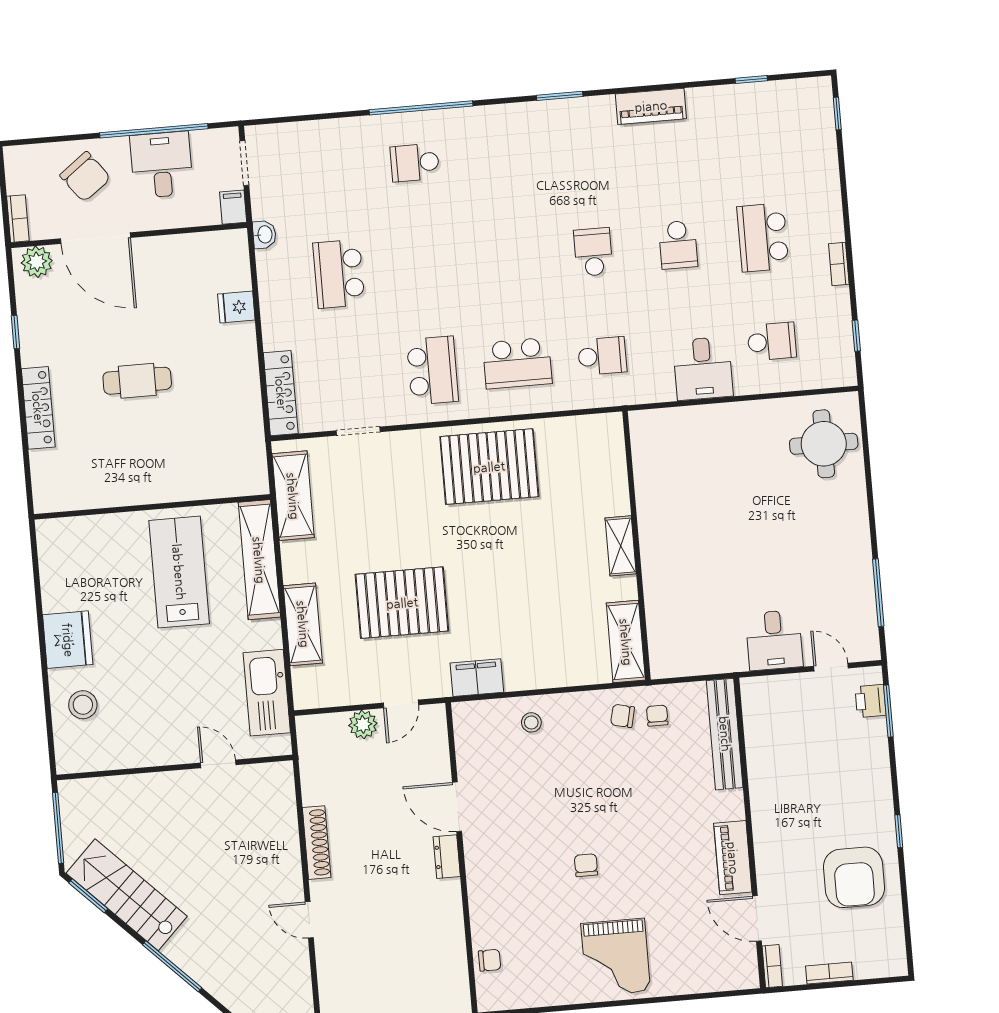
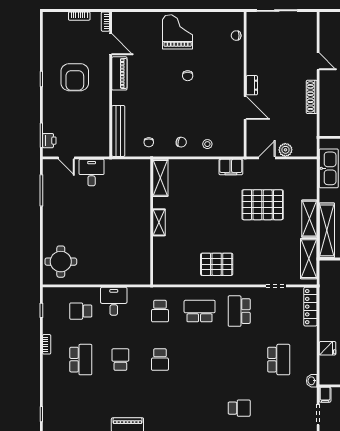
school desk: (602, 356) -> (160, 311), turned -90
pallet: (489, 467) -> (217, 264), width x0.73, depth x0.71
shelving: (303, 624) -> (309, 219), moved
chair: (623, 716) -> (181, 142), moved
armchair: (854, 877) -> (75, 77), moved, turned 180

